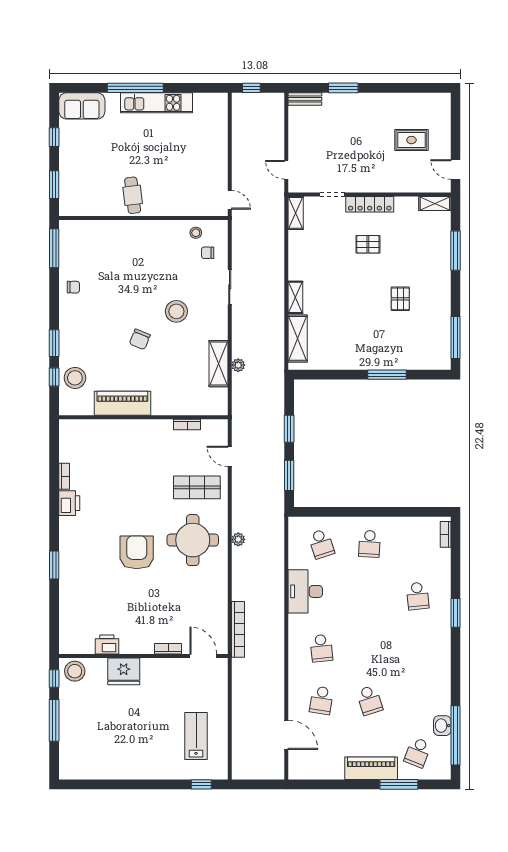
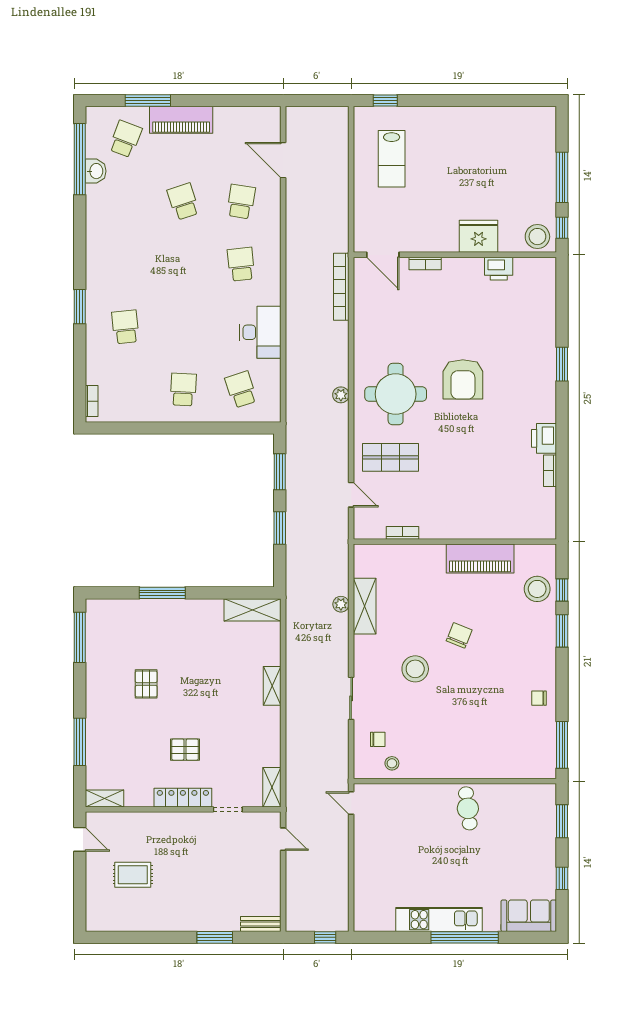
shelving: (298, 338) -> (253, 610), moved, turned 90

